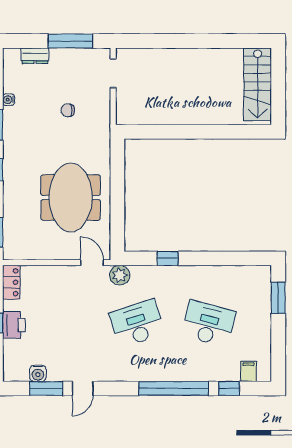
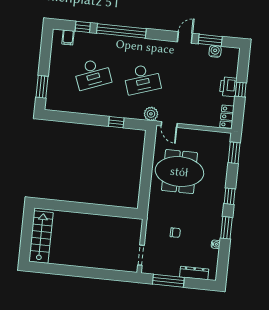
dresser: (35, 56) -> (194, 273), width x1.44
meeting table: (71, 197) -> (179, 172), turned 90
desk: (208, 323) -> (92, 74), turned -36

